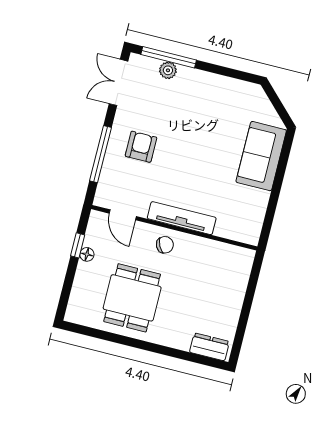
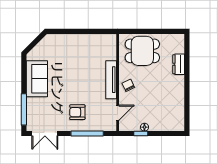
plant: (168, 70) -> (31, 108), removed
sofa: (261, 156) -> (37, 79), moved, turned -90
dining table: (132, 298) -> (142, 51), moved
dresser: (209, 347) -> (179, 64), moved

